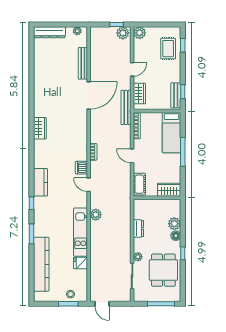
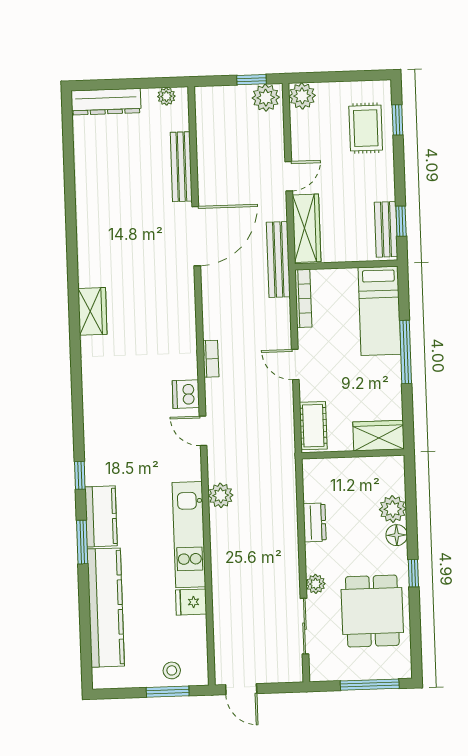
wardrobe: (139, 94) -> (307, 228), width x1.50
kitchen counter: (41, 182) -> (101, 516), moved

